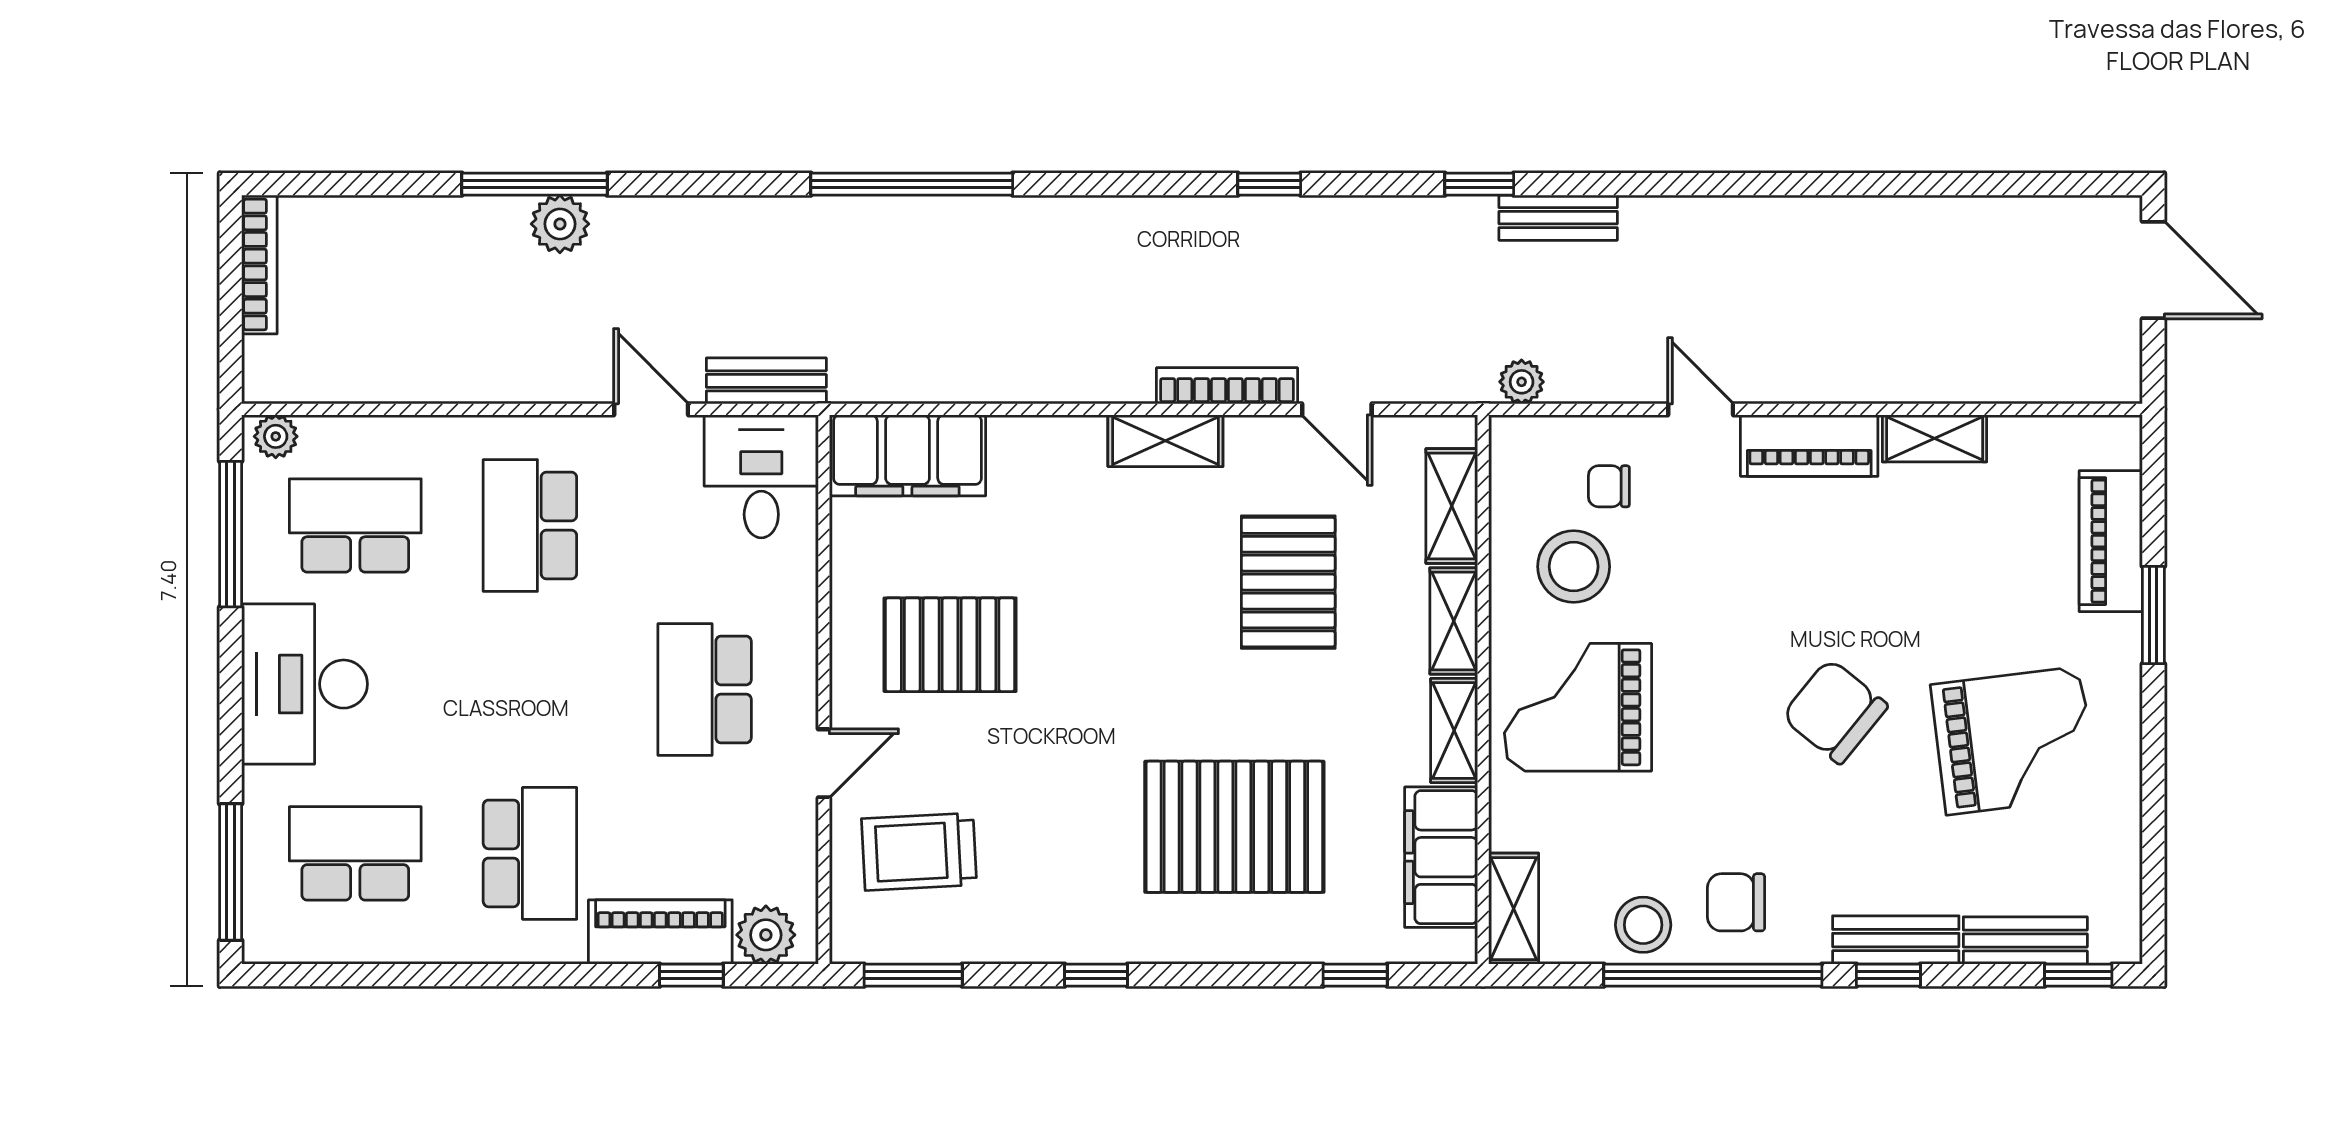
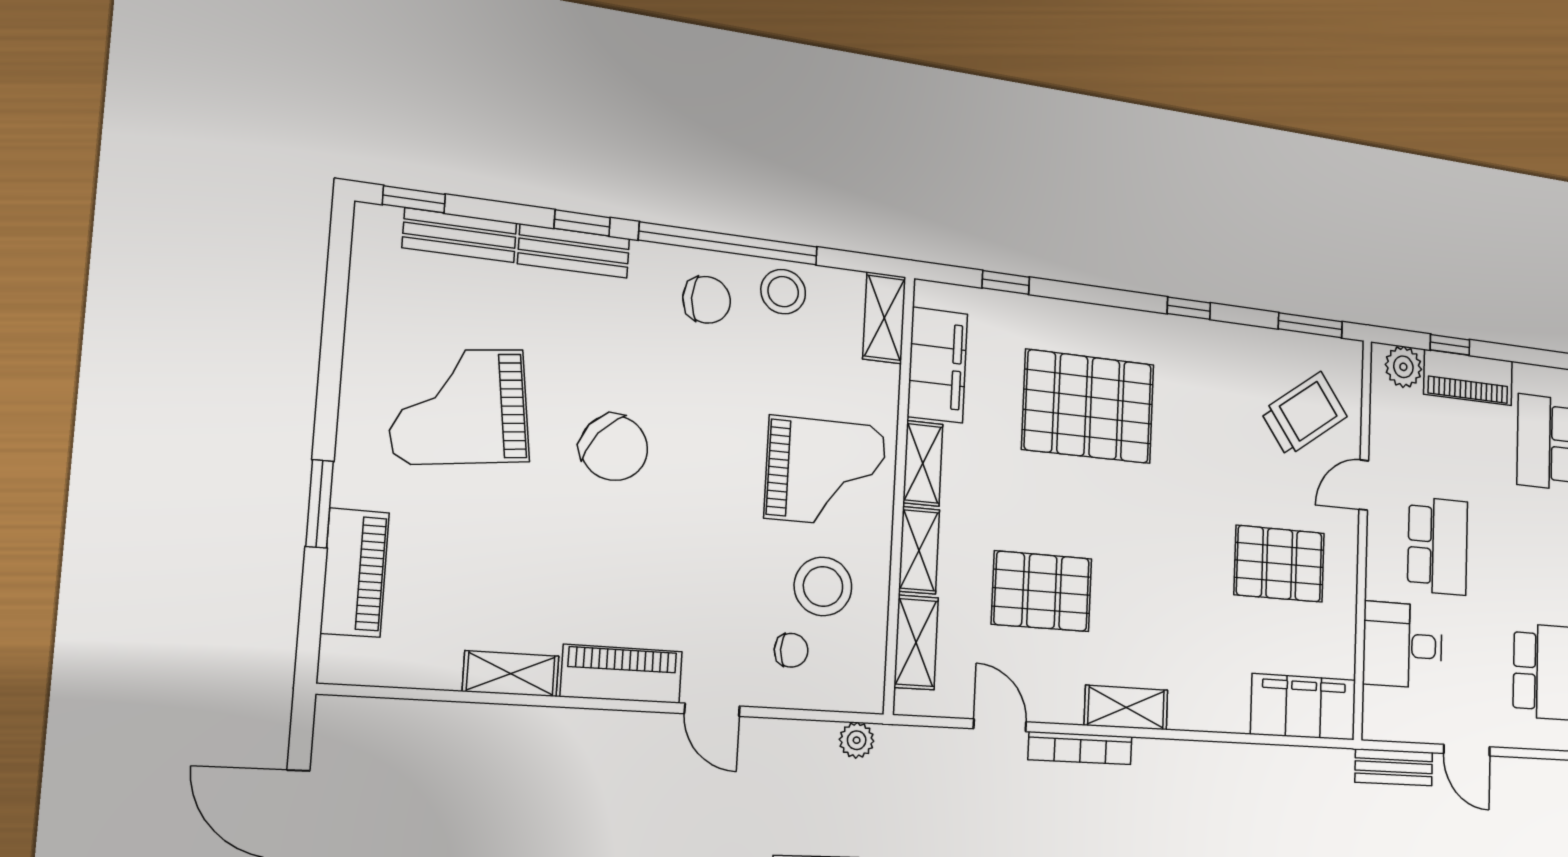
desk: (761, 476) -> (1403, 645), moved, turned 90
pallet: (1288, 582) -> (1042, 591), turned 90
trolley: (919, 852) -> (1304, 414), turned -33

